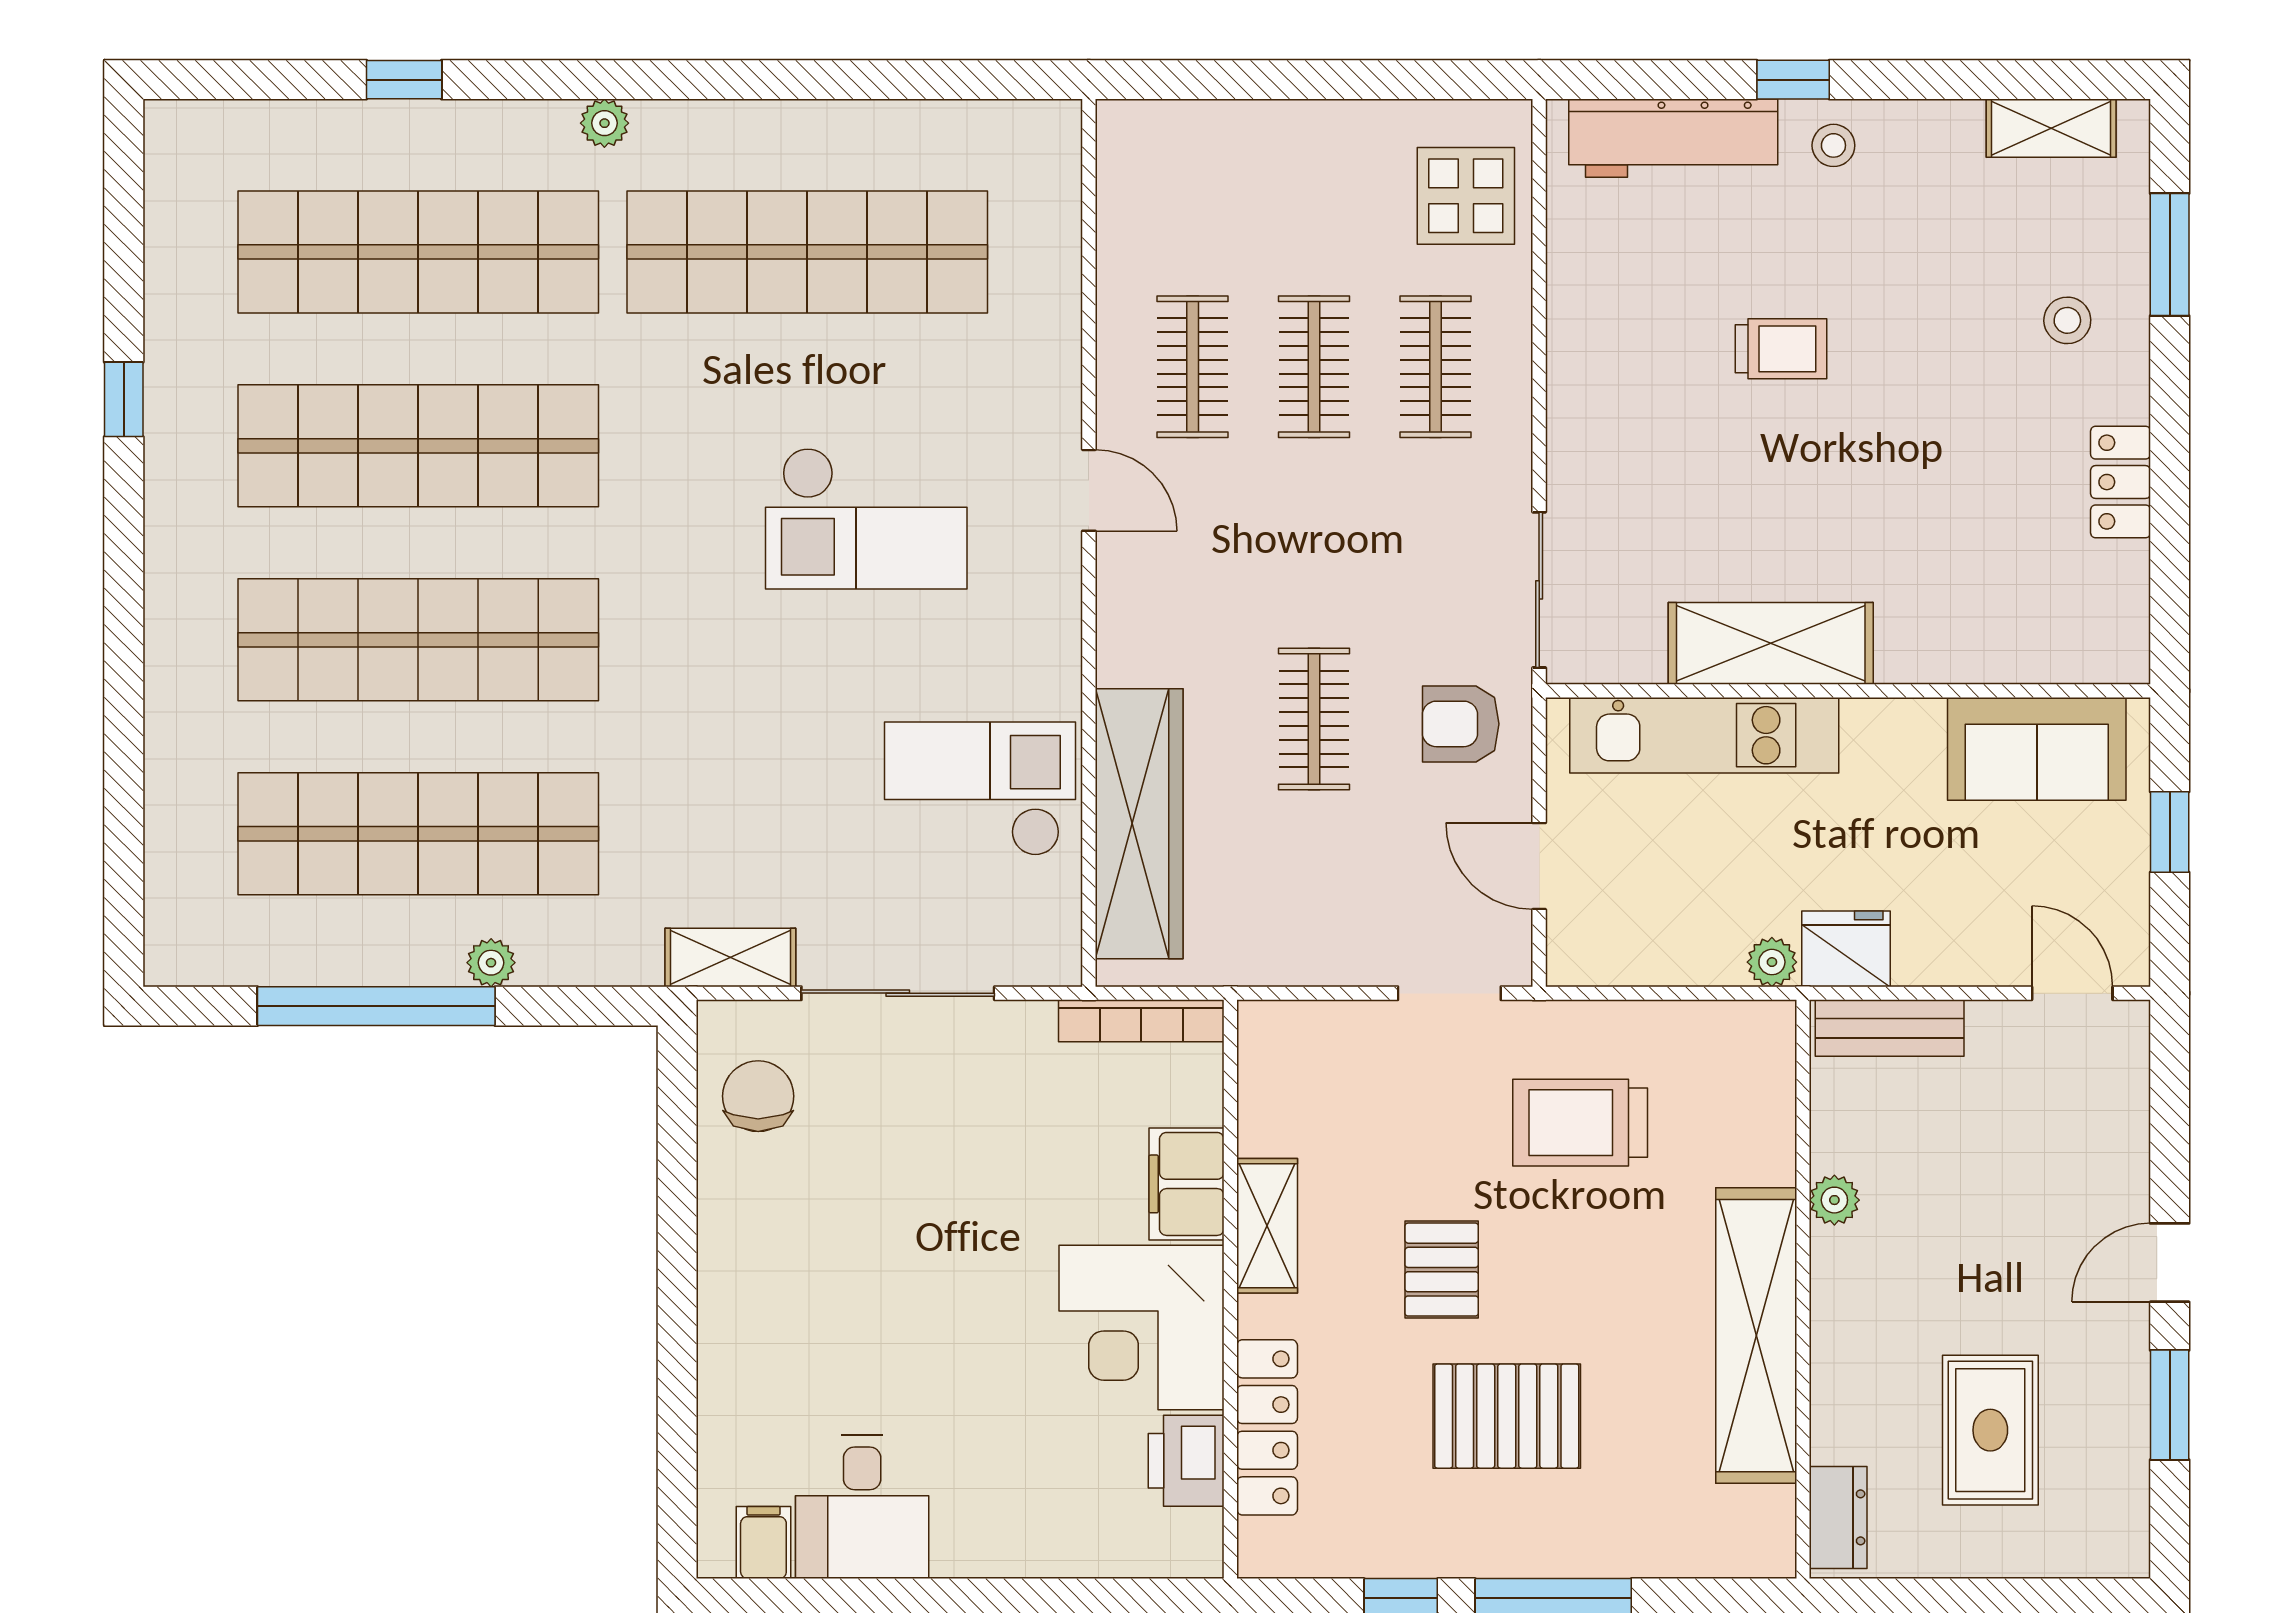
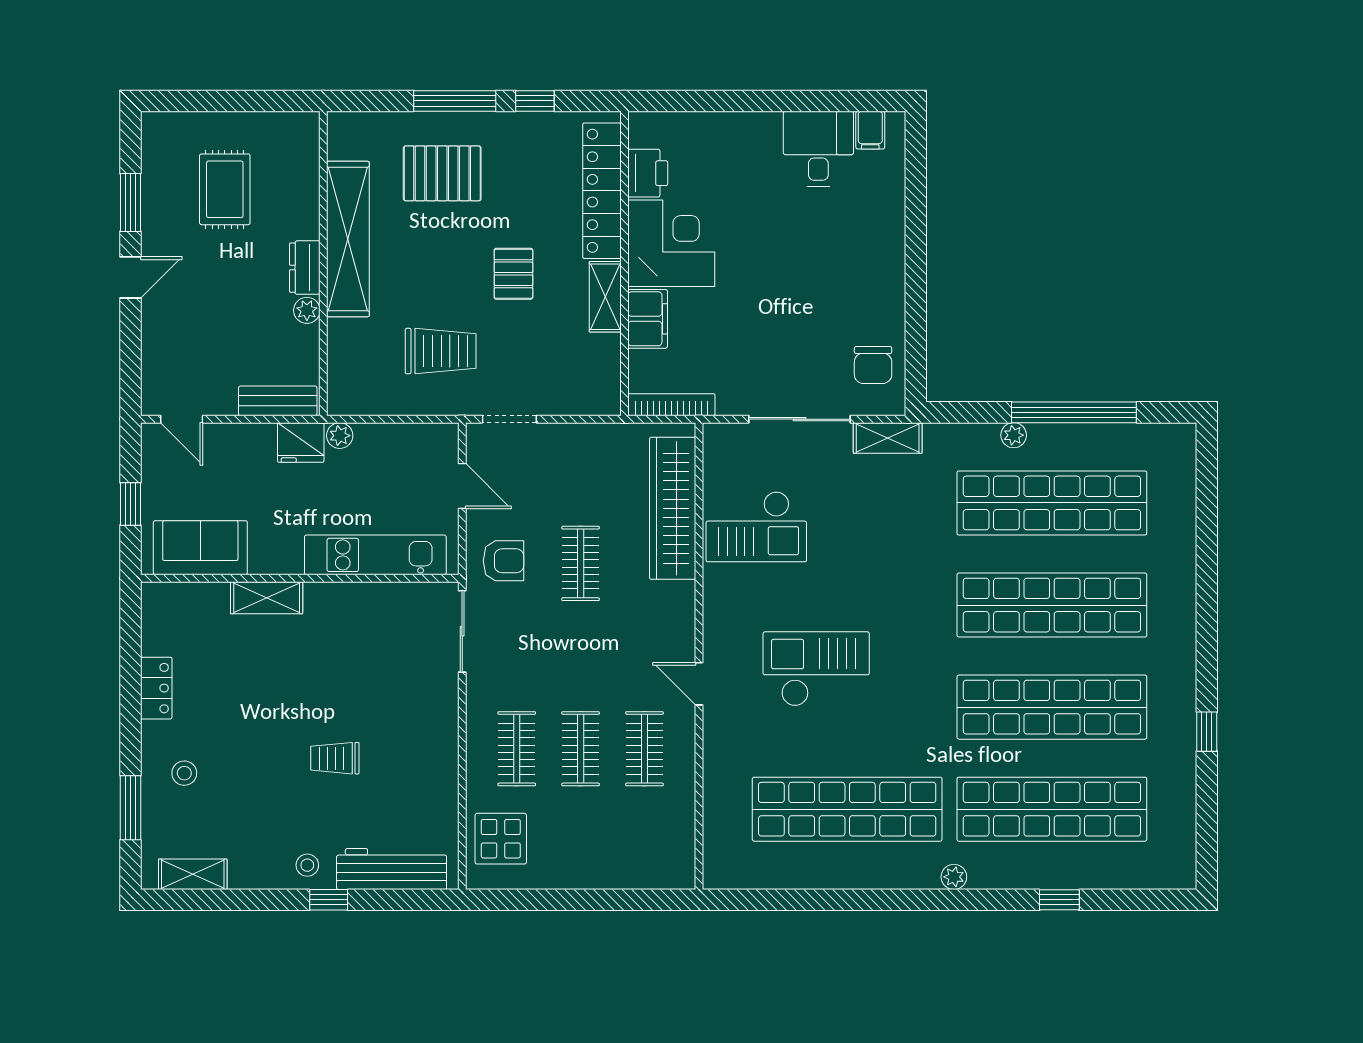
shelving: (1771, 643) -> (267, 598), moved, width x0.67, depth x0.75
pallet: (1507, 1416) -> (442, 173), moved
locker: (1267, 1427) -> (602, 191), width x1.41, depth x1.21
dresser: (1838, 1517) -> (305, 268), moved

